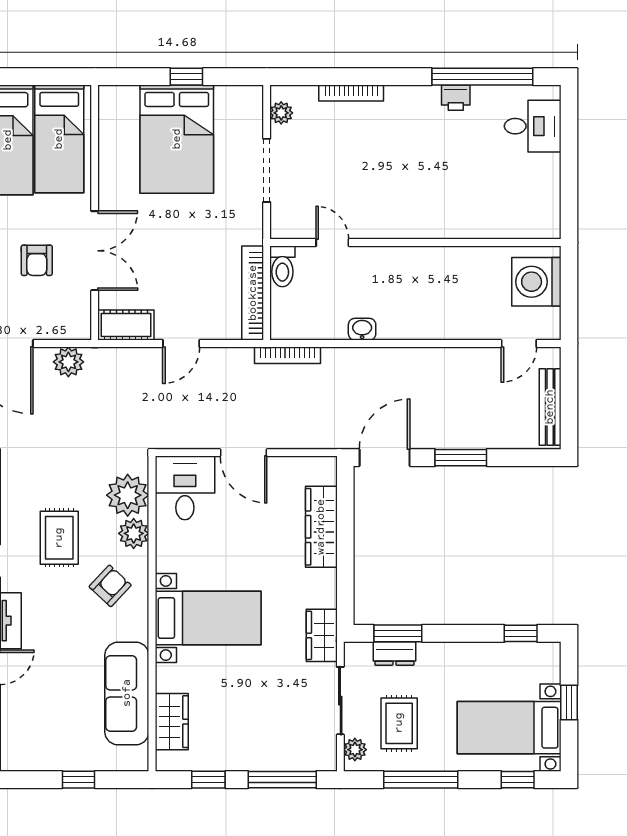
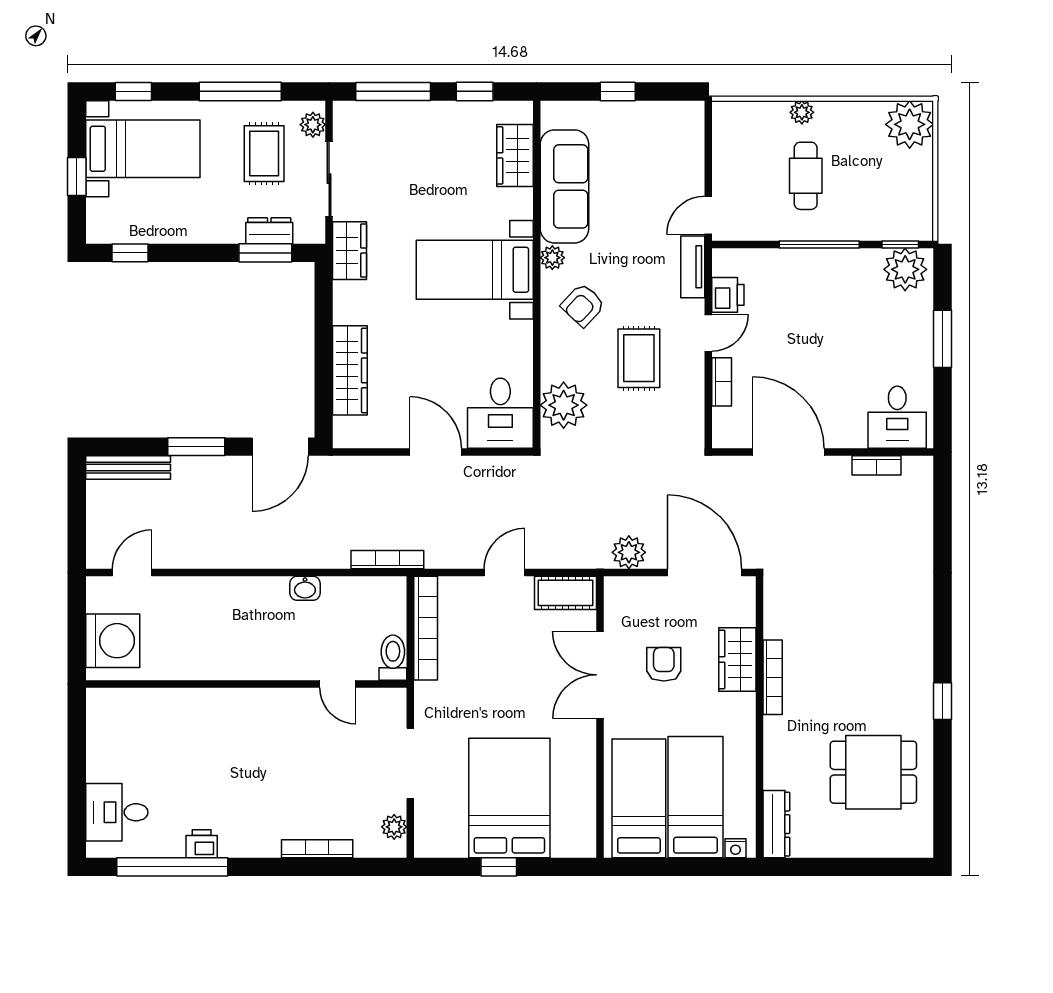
bench: (550, 407) -> (128, 468), moved, turned 90
plant: (134, 533) -> (552, 258), moved, width x0.73, depth x0.73

